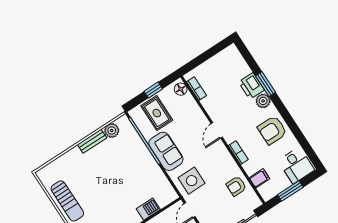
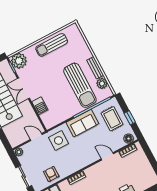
rug: (157, 113) -> (112, 119), turned 90
door: (217, 130) -> (107, 156), moved
sun lounger: (117, 159) -> (80, 85), added

